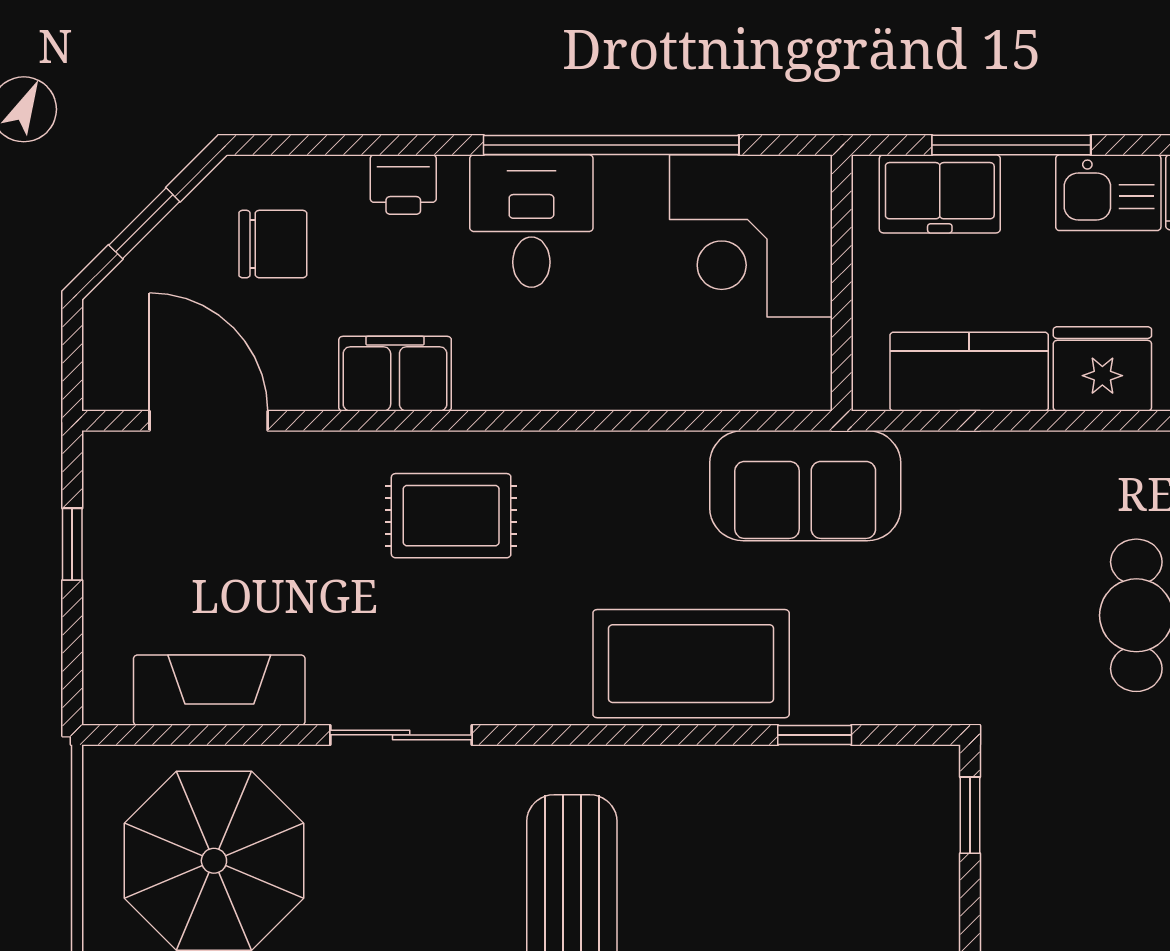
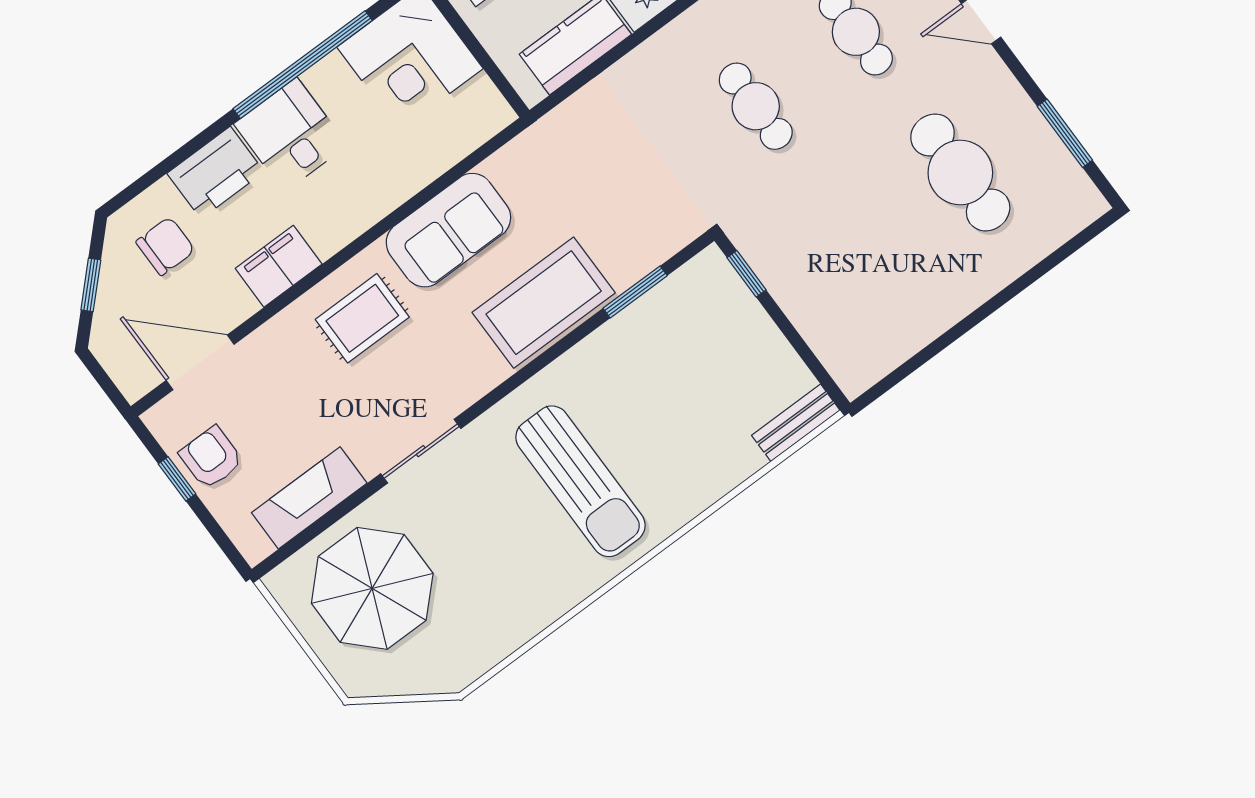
printer: (403, 185) -> (216, 173), width x1.87, depth x1.48
sofa: (805, 486) -> (448, 230), moved
armchair: (134, 549) -> (211, 458), added
window: (815, 735) -> (635, 292), width x1.50

